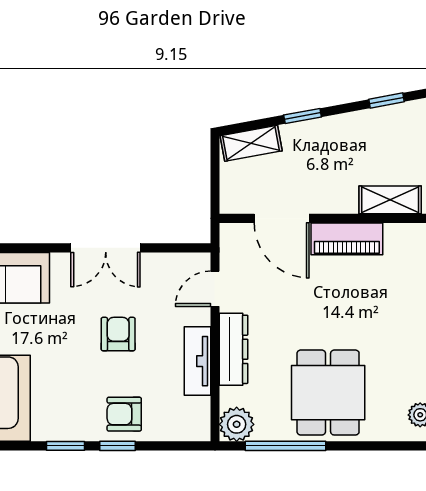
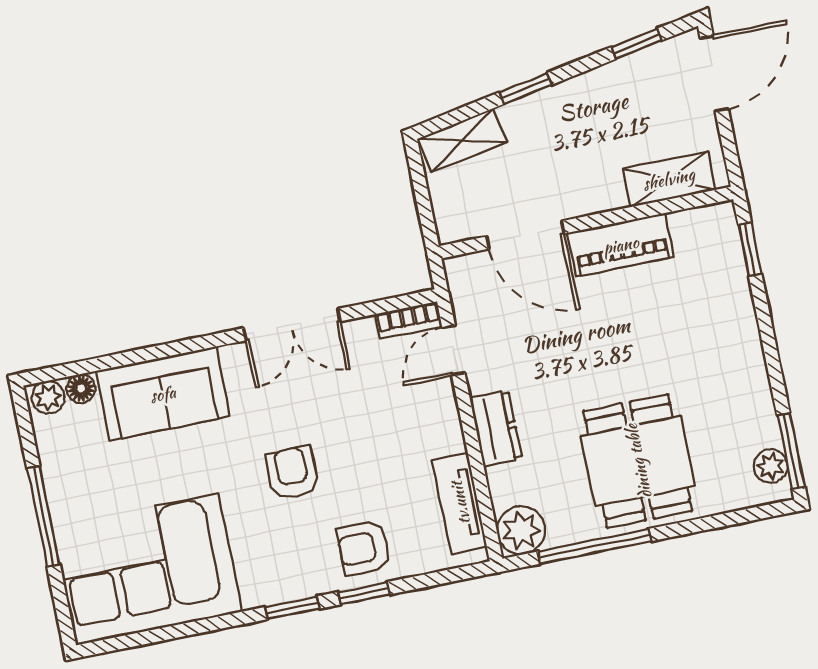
bookcase: (188, 261) -> (408, 320), added
armchair: (118, 334) -> (292, 473), moved
dresser: (234, 349) -> (496, 428), width x0.70
tv unit: (197, 361) -> (460, 503), moved

